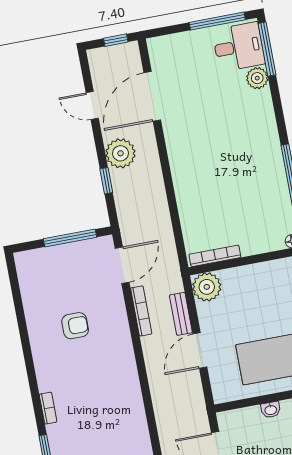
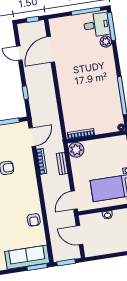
plant: (120, 153) -> (33, 79), removed
door: (200, 351) -> (74, 200), moved
armchair: (130, 423) -> (34, 220), added

